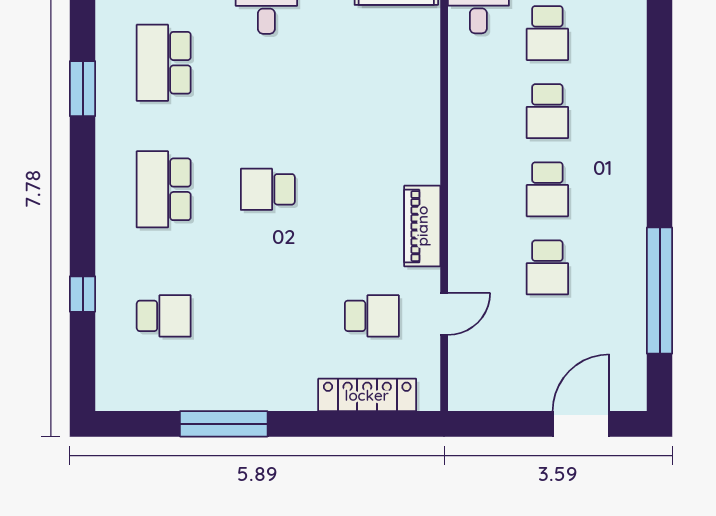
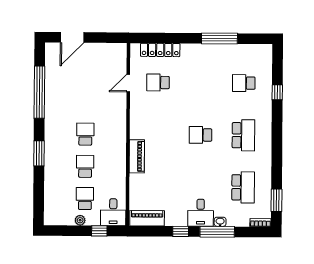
window: (83, 89) -> (276, 200), moved
window: (660, 142) -> (39, 153), added
school desk: (268, 189) -> (201, 135), turned 180
piano: (422, 226) -> (137, 156), moved
school desk: (547, 267) -> (86, 102), removed

